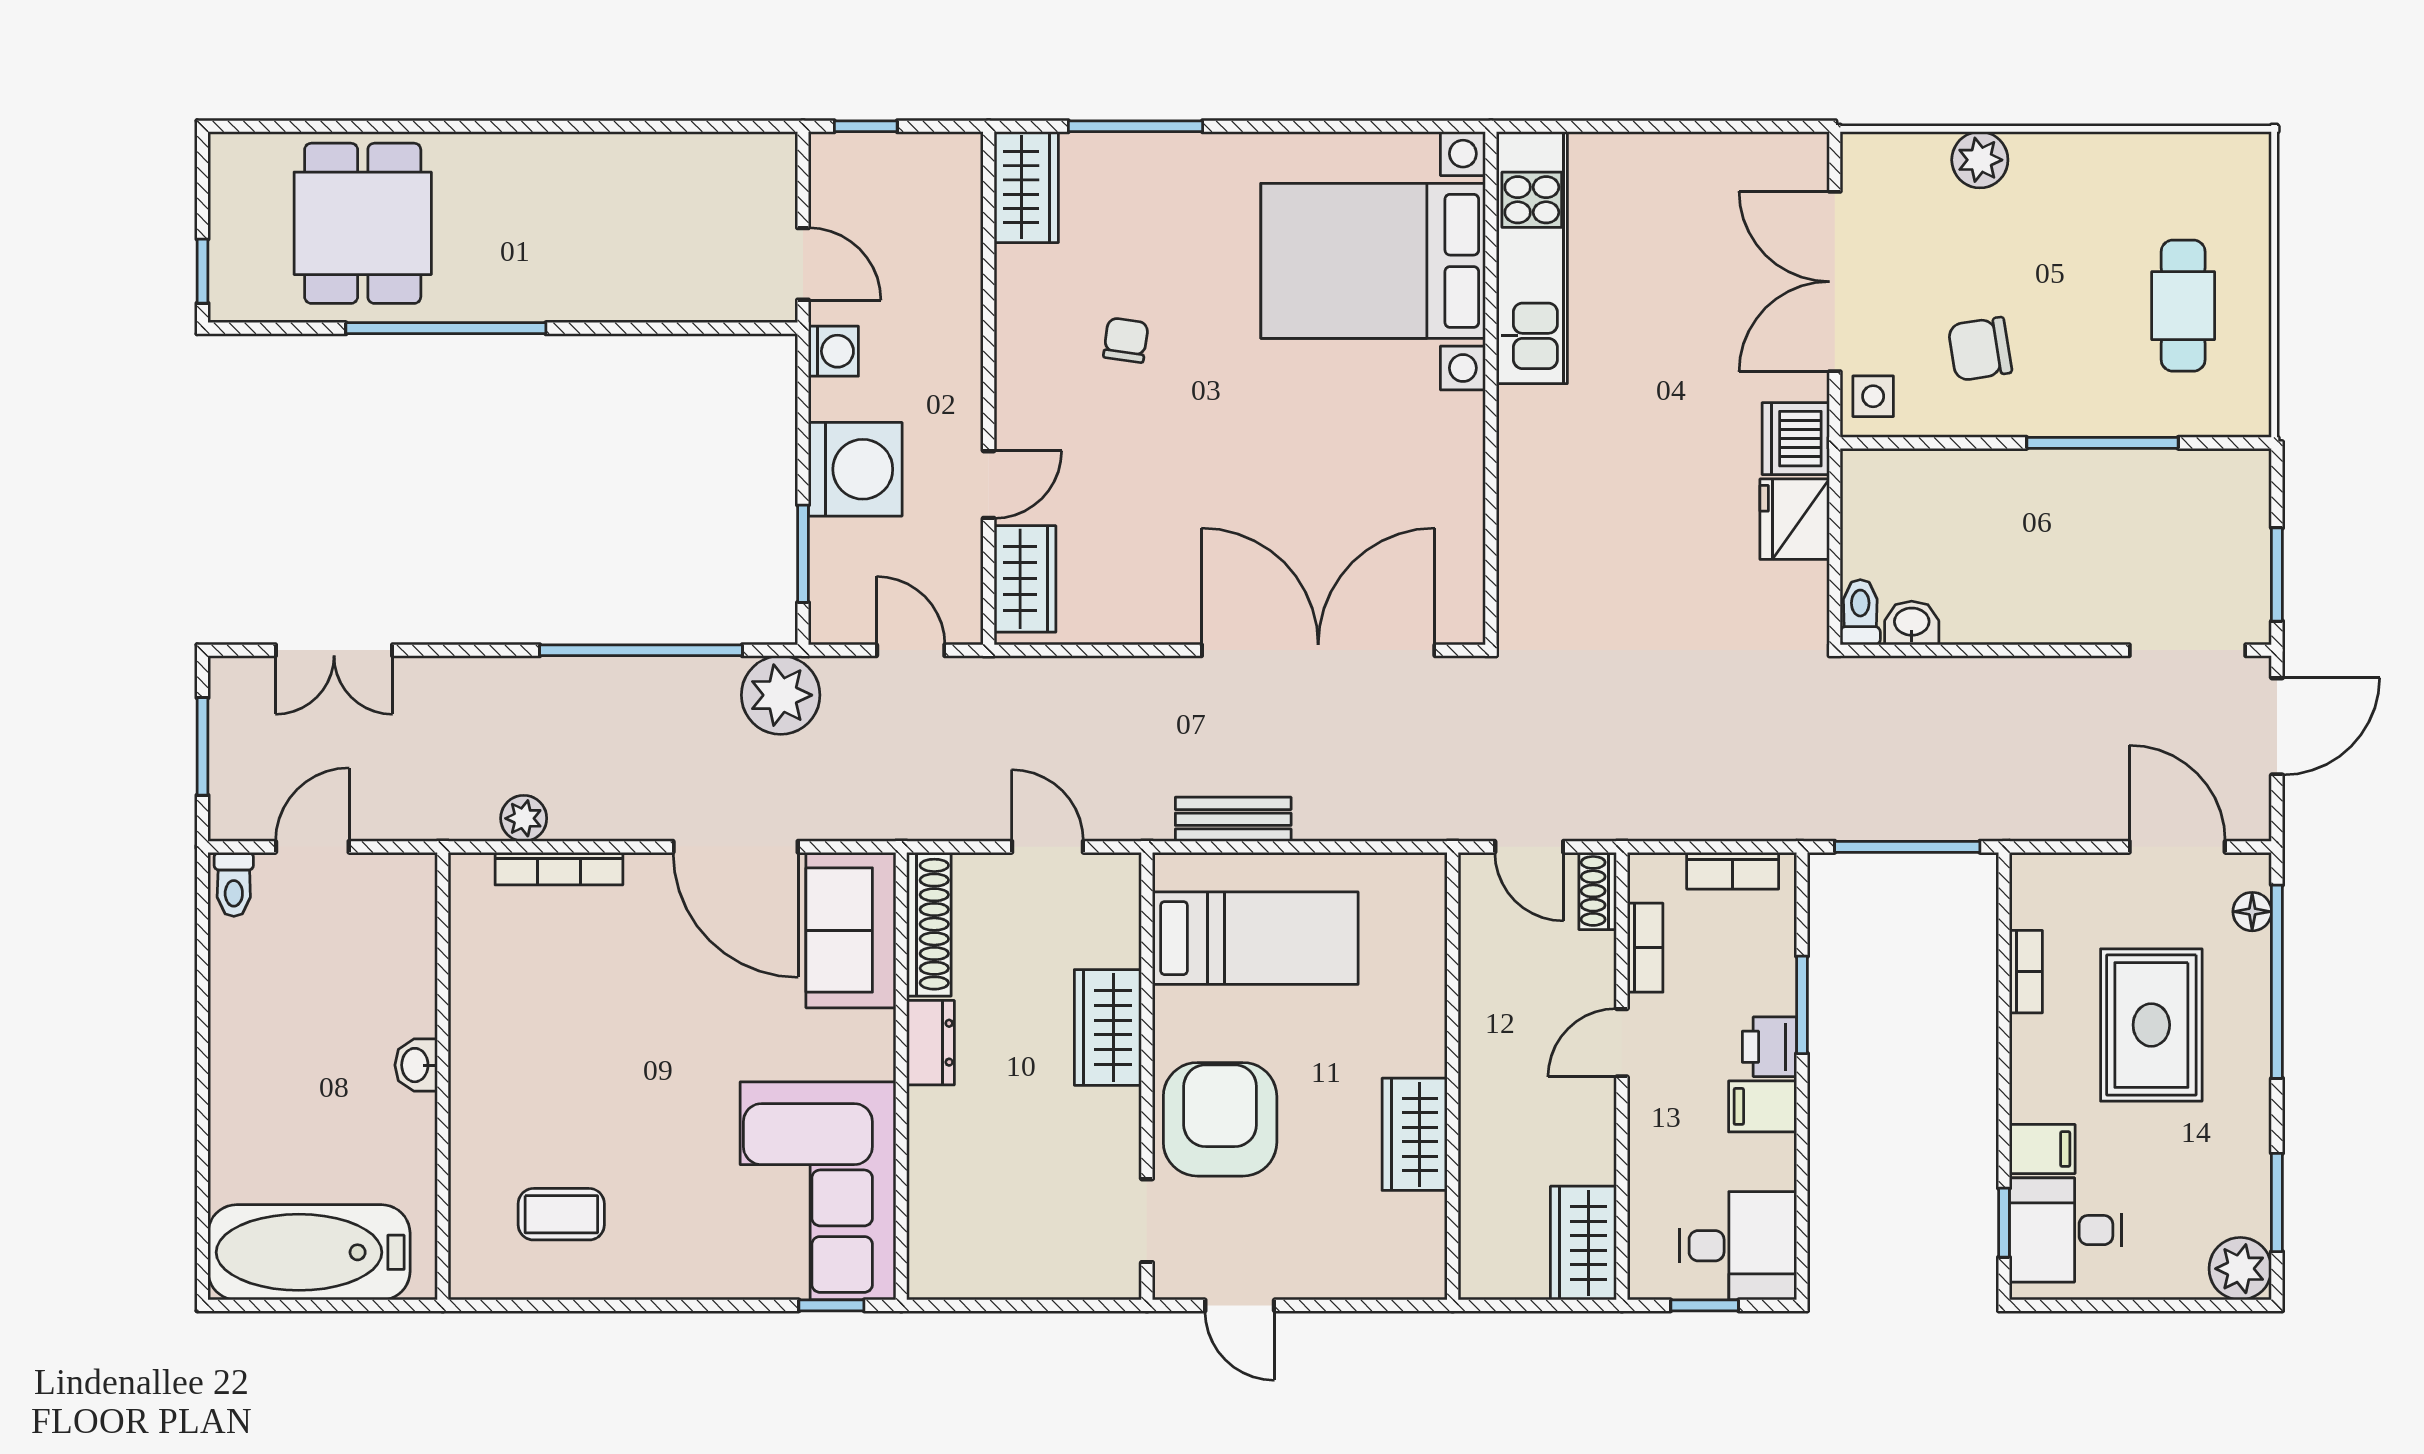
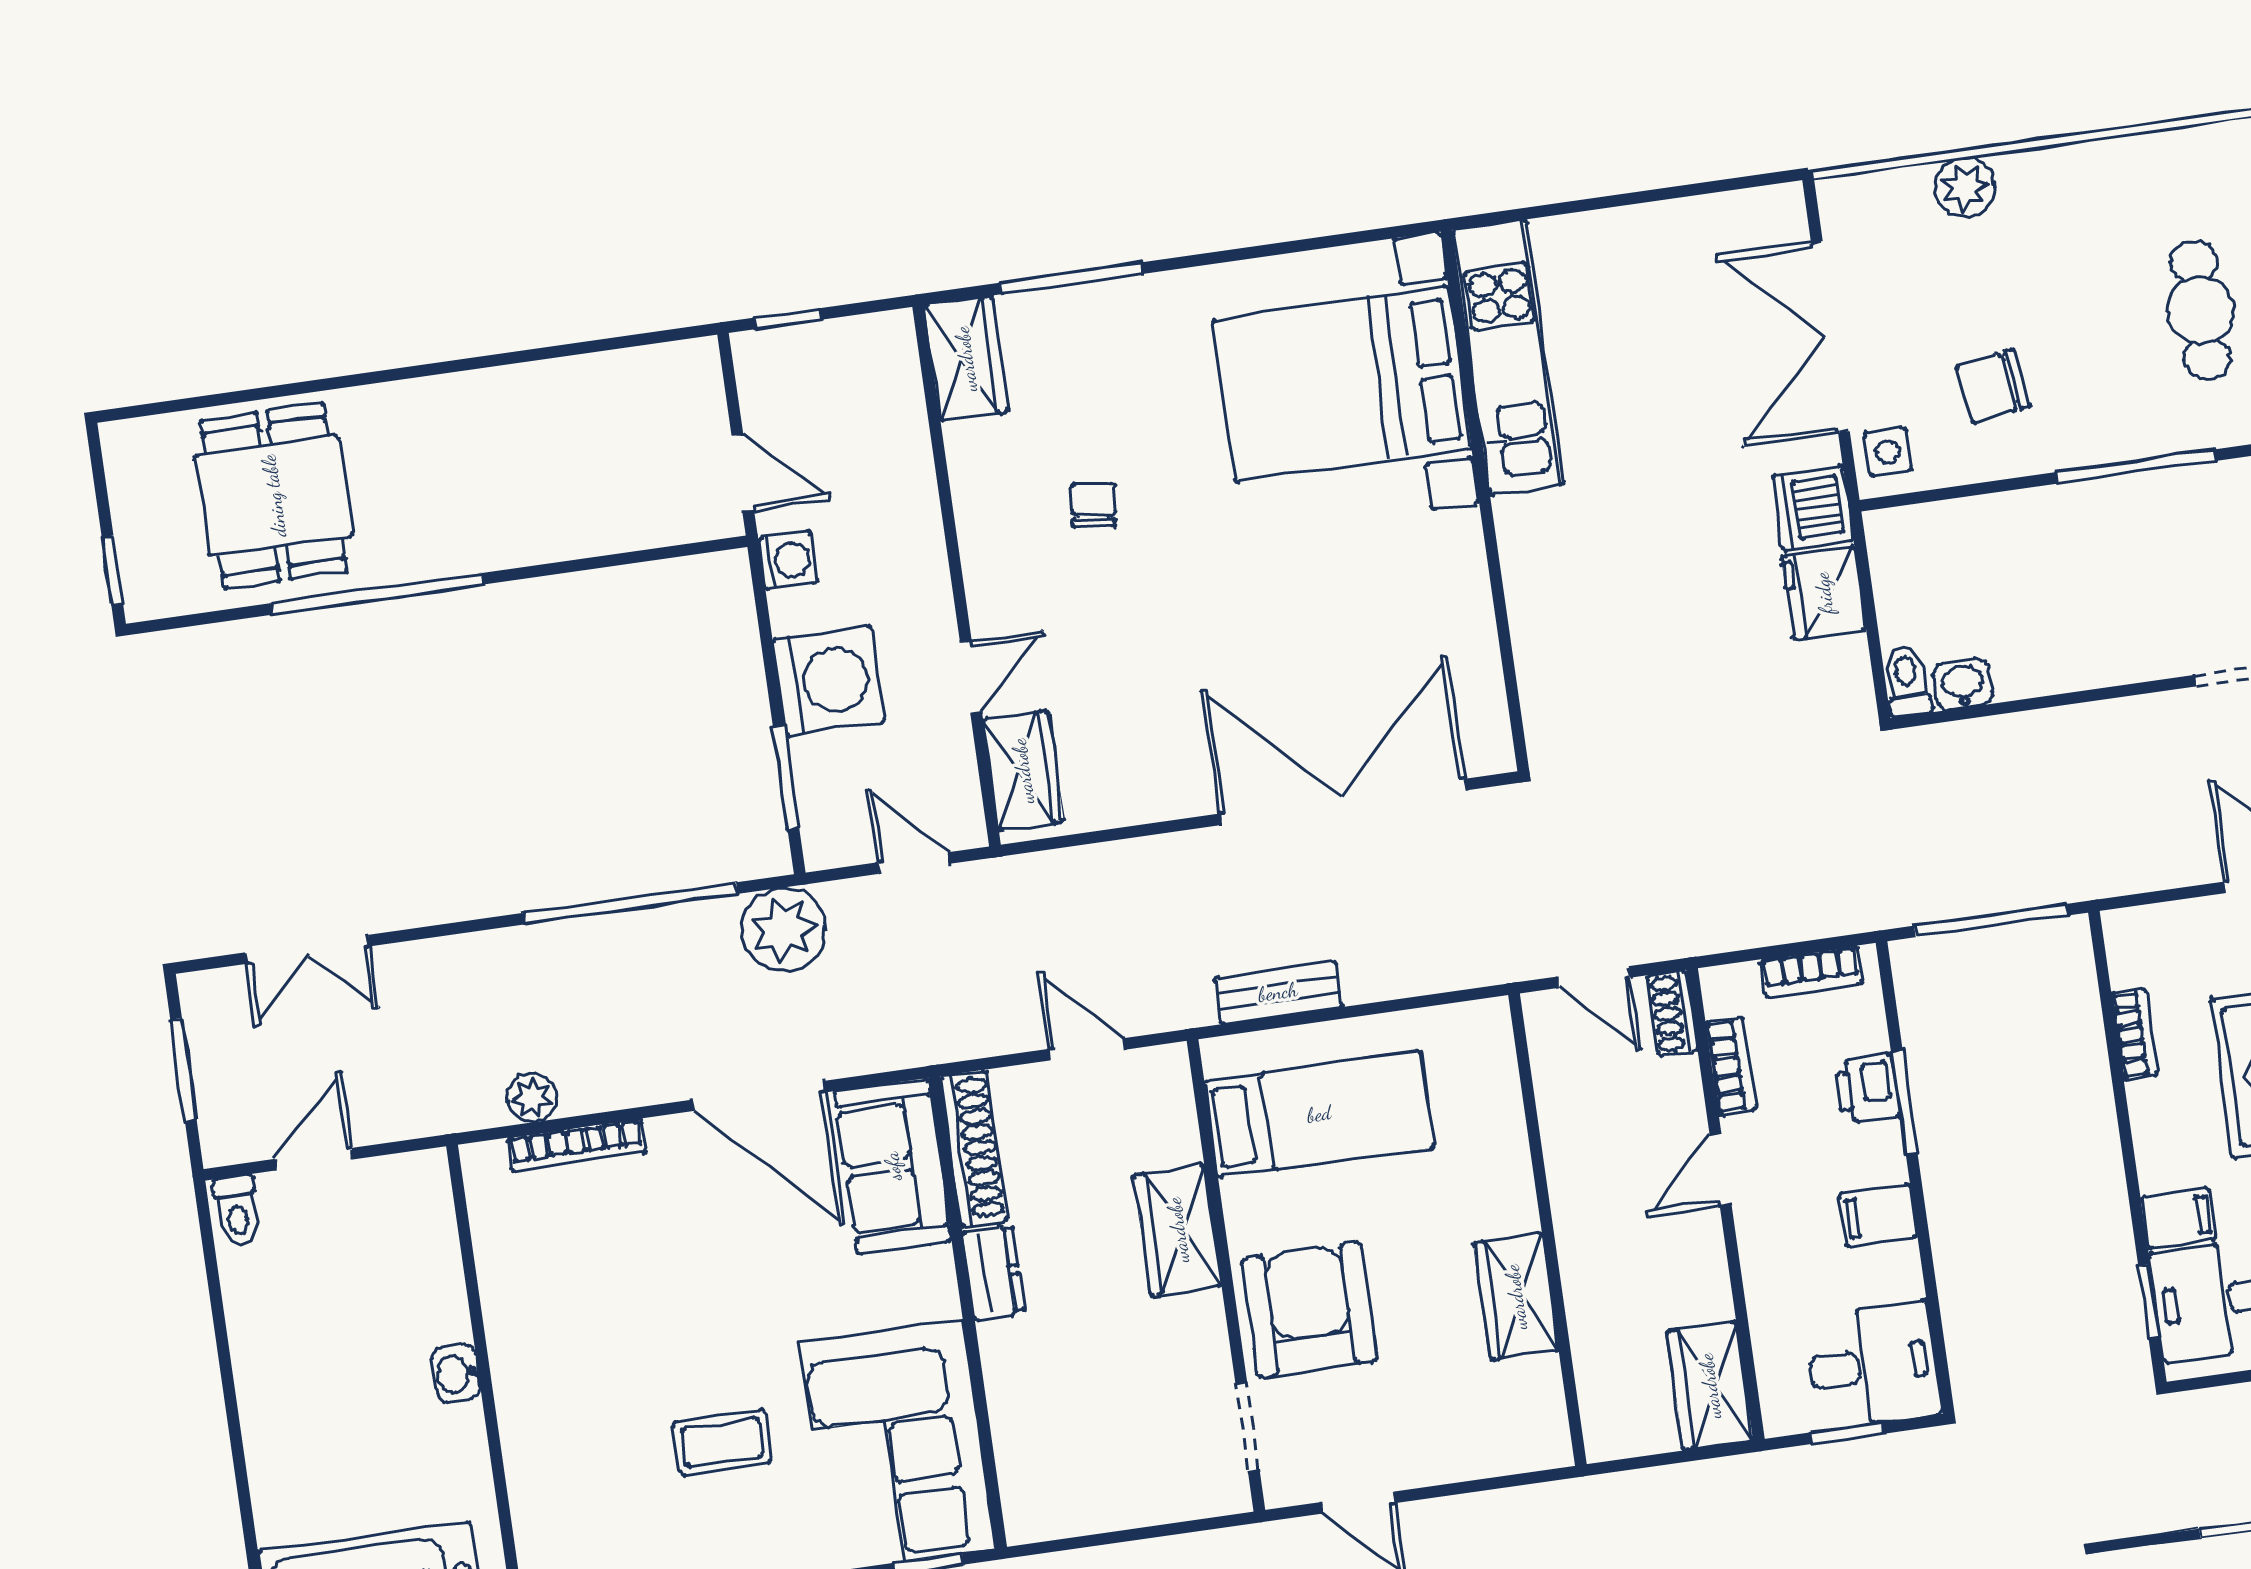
printer: (1769, 1047) -> (1867, 1088), moved
coffee table: (561, 1214) -> (722, 1443), moved

